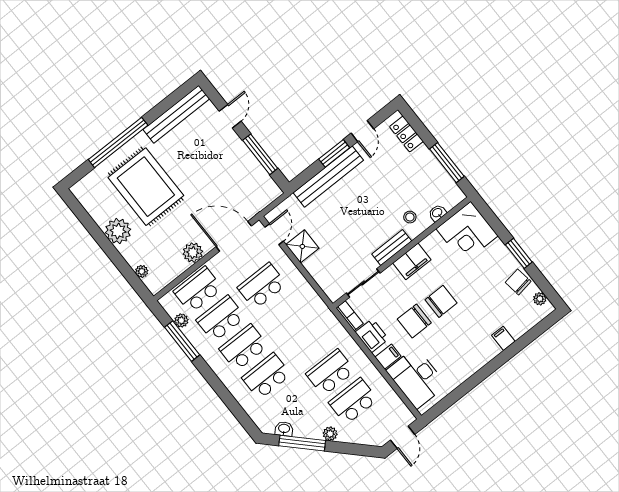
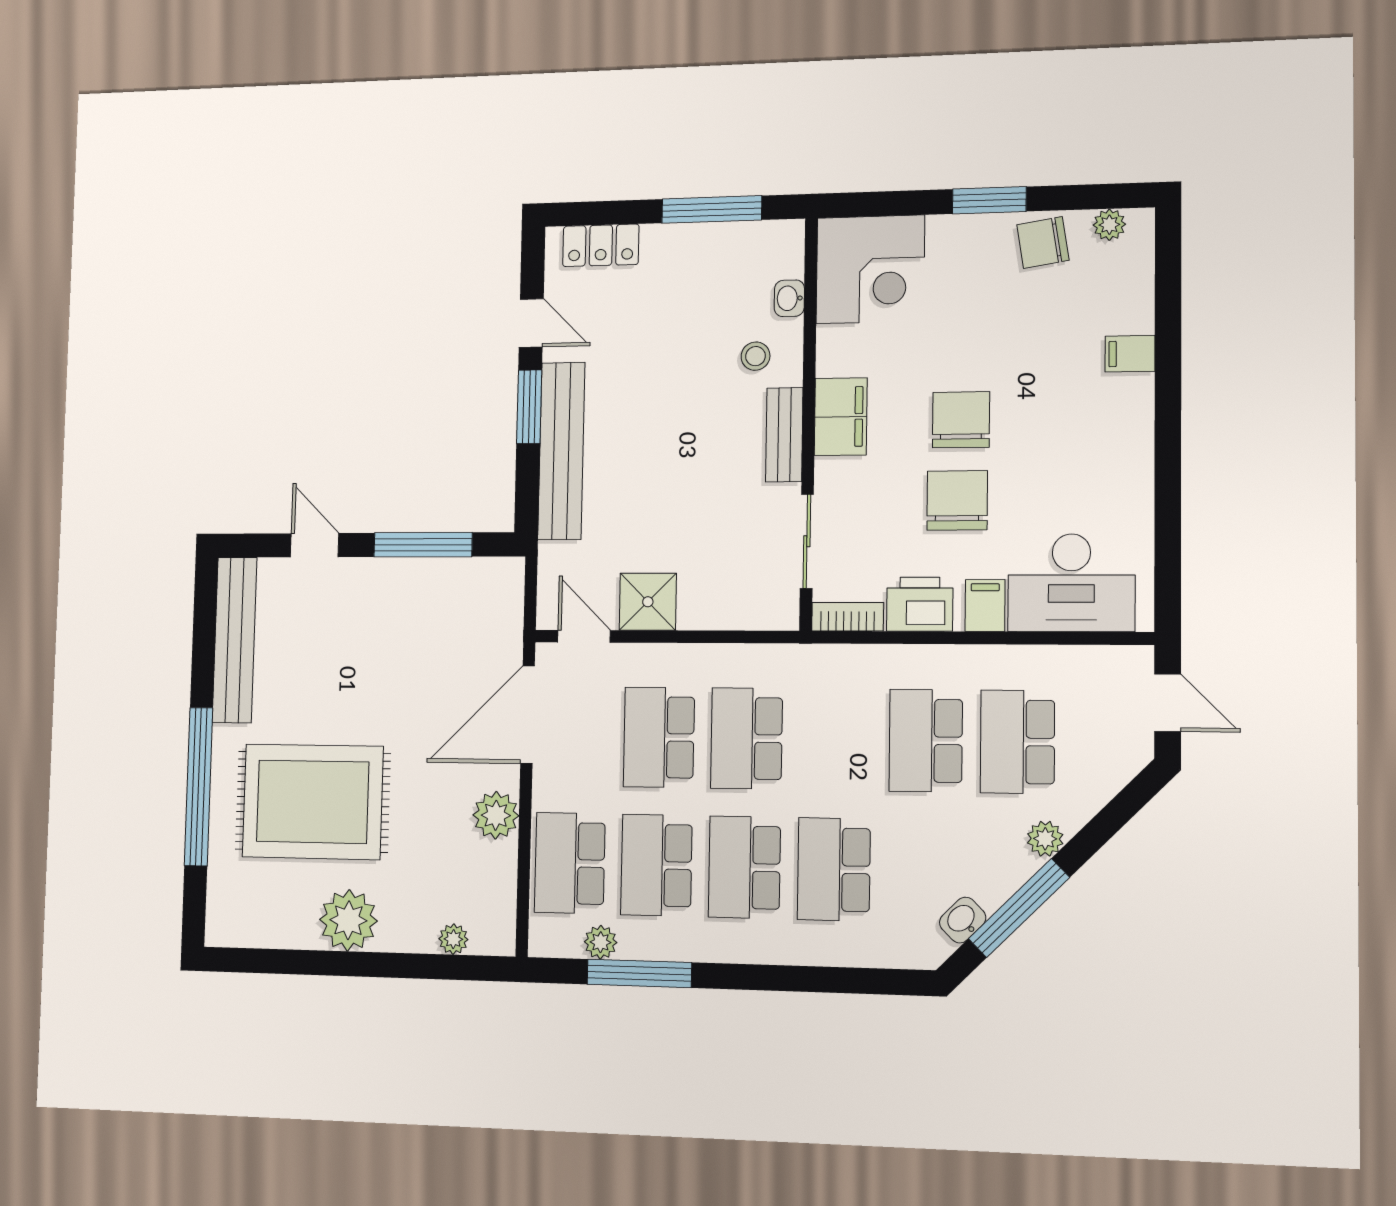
school desk: (285, 315) -> (747, 738), added
chair: (414, 321) -> (957, 500), turned 180

